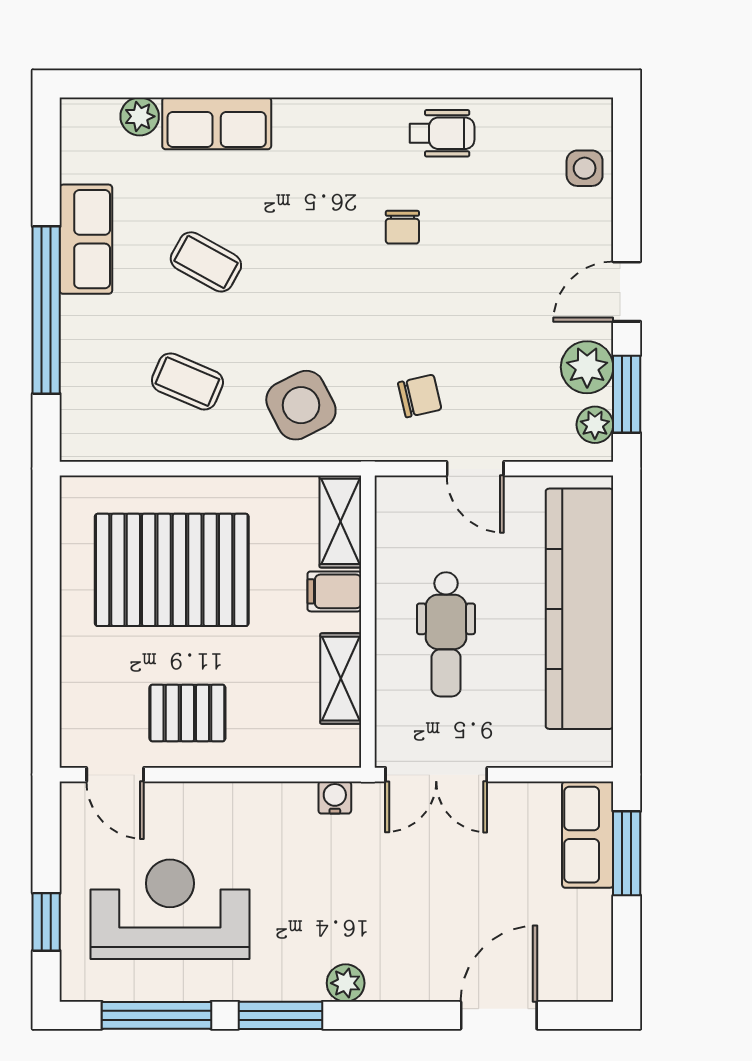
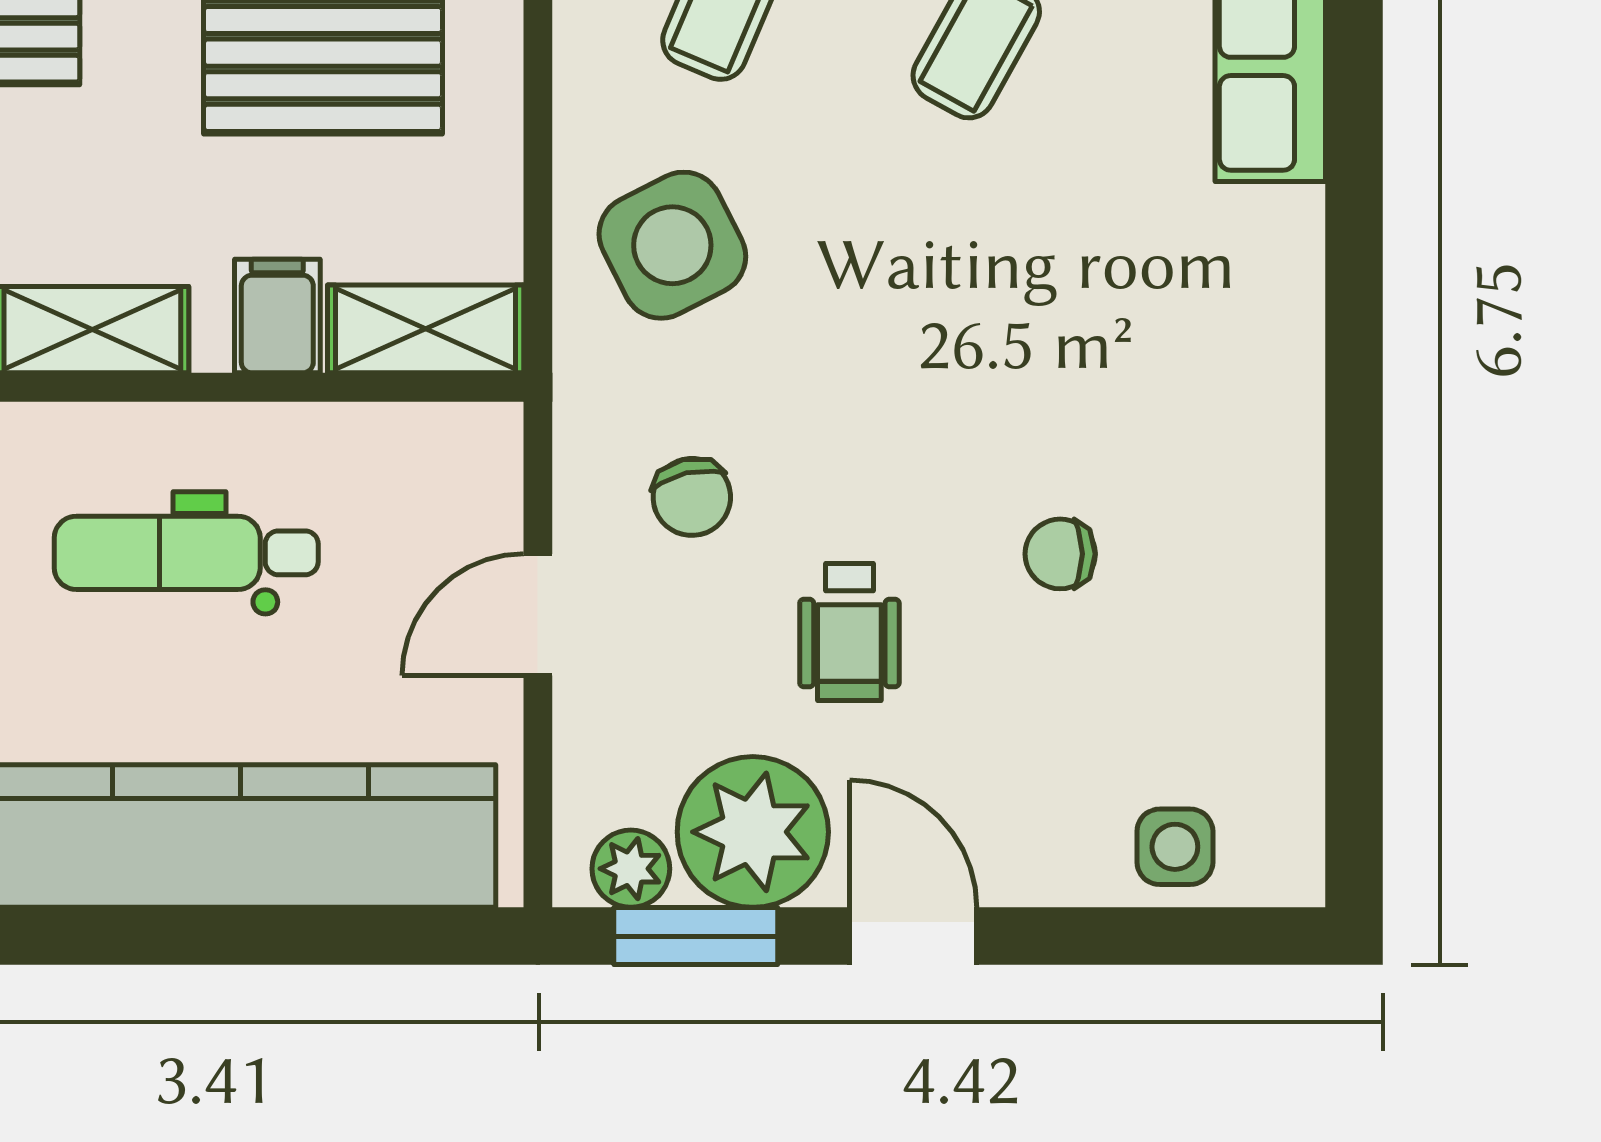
wheelchair: (442, 133) -> (849, 632), moved
chair: (402, 227) -> (1060, 554), moved
plant: (587, 367) -> (753, 832), width x1.36, depth x1.36

